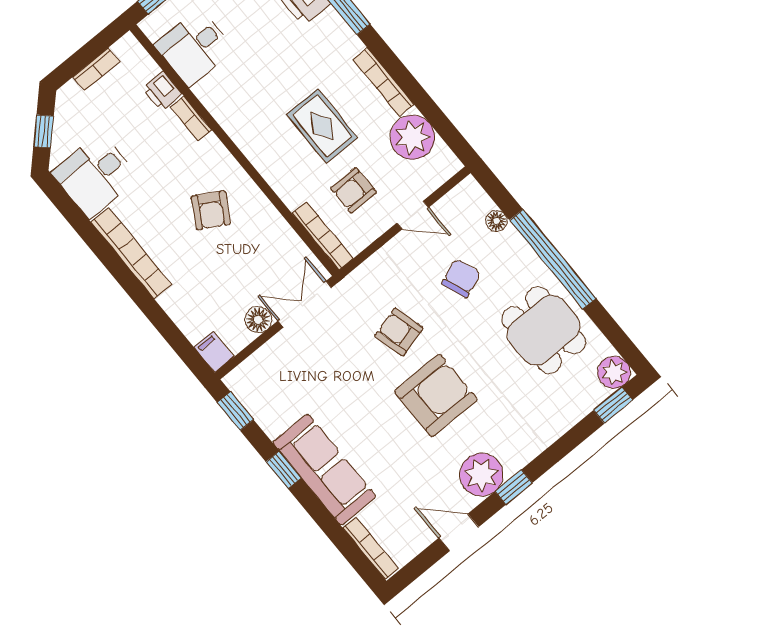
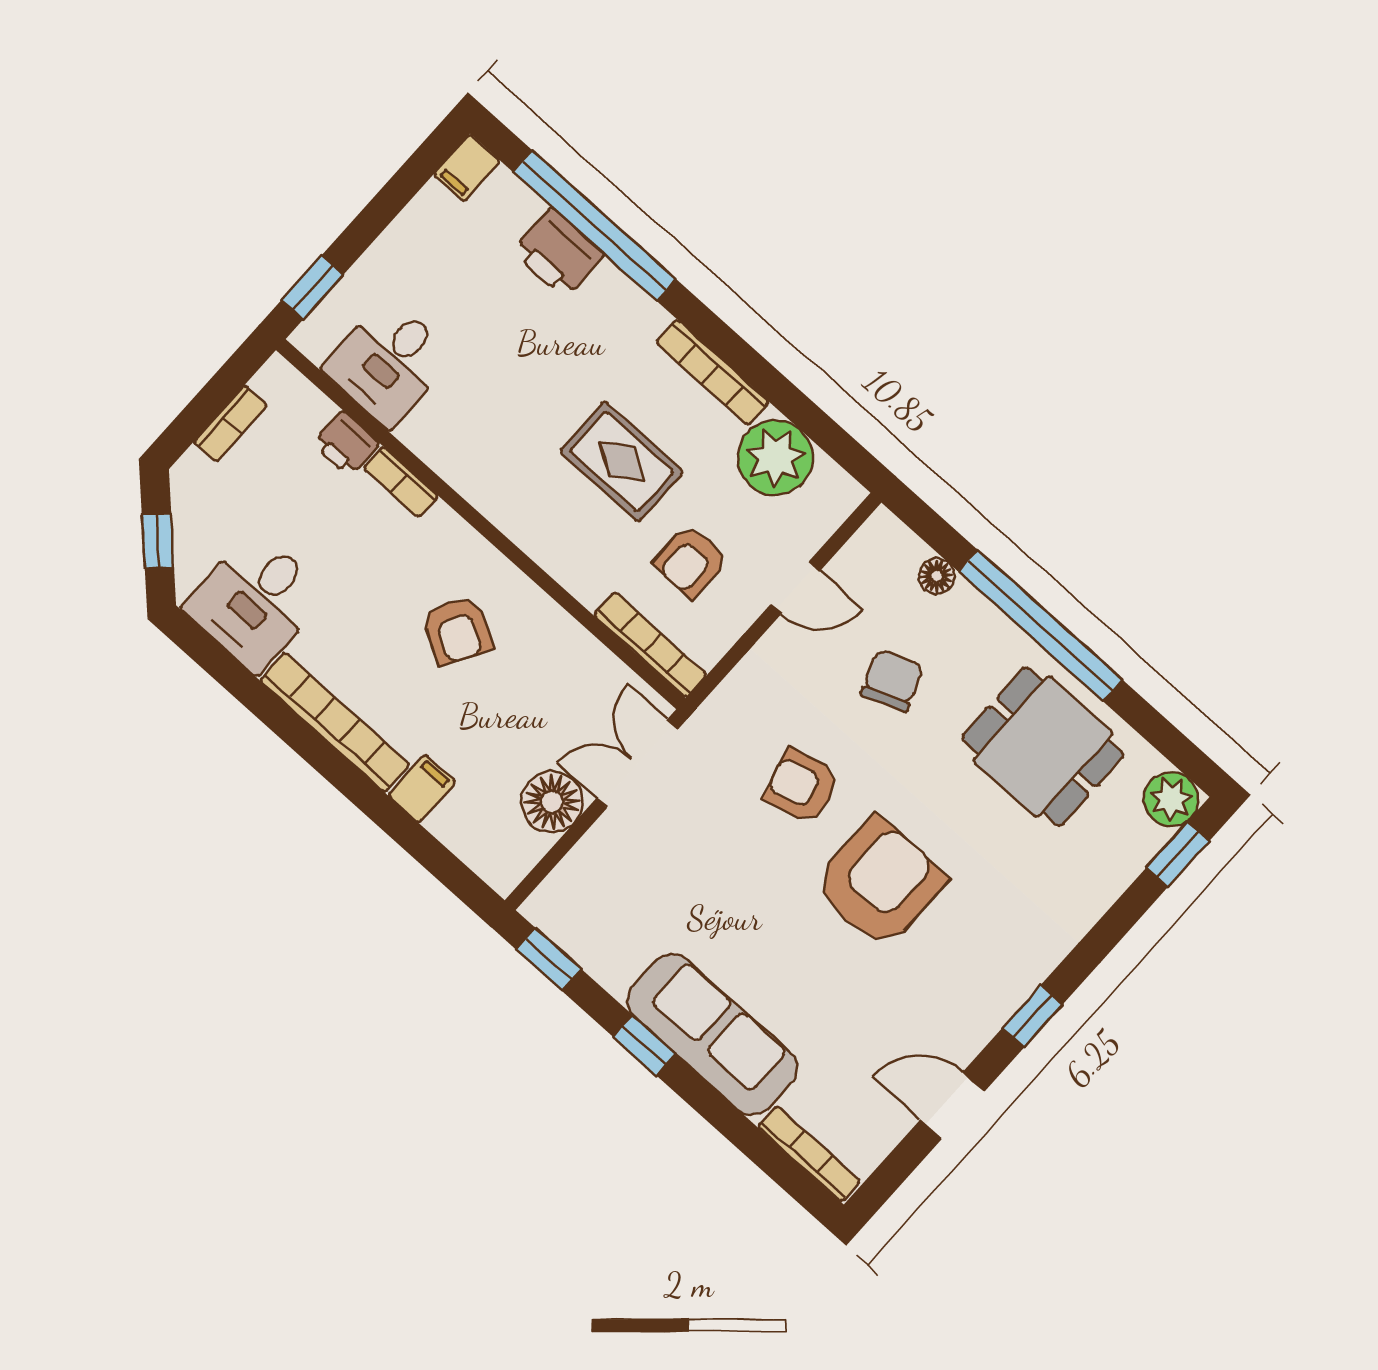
floor lamp: (258, 320) -> (552, 802), width x1.38, depth x1.38
filing cabinet: (214, 352) -> (422, 788), moved, turned 90
plant: (481, 475) -> (976, 1003), removed

